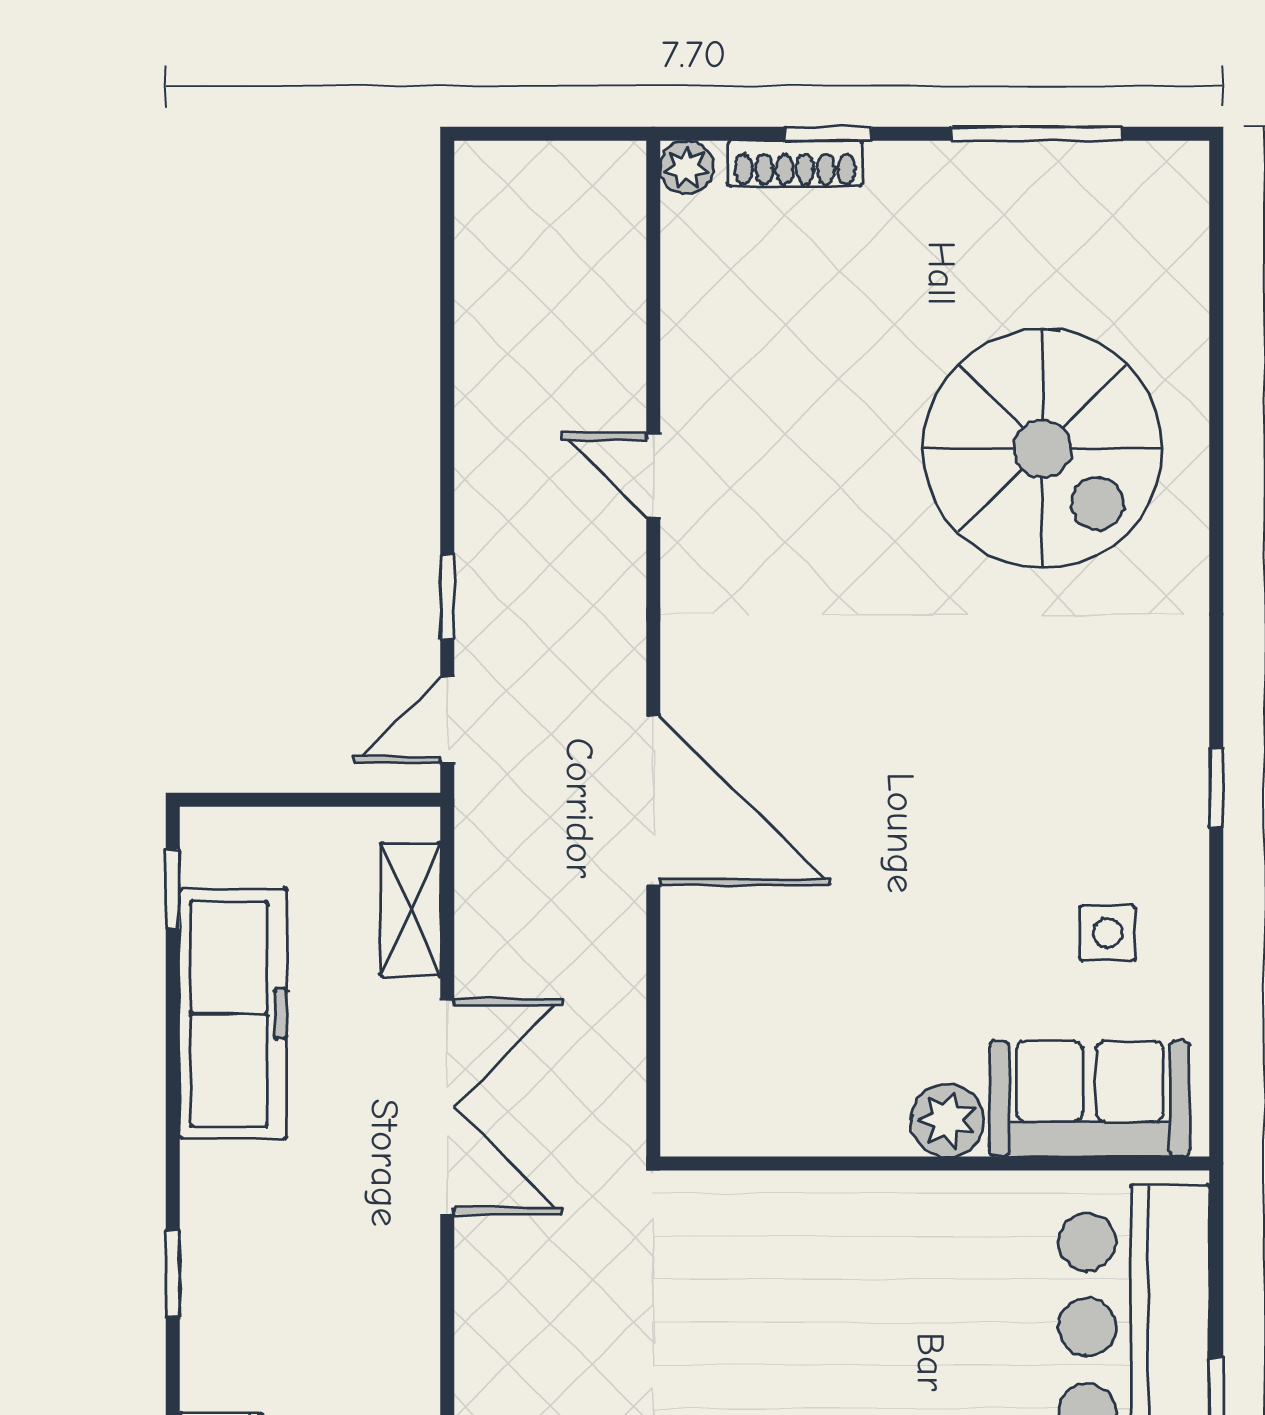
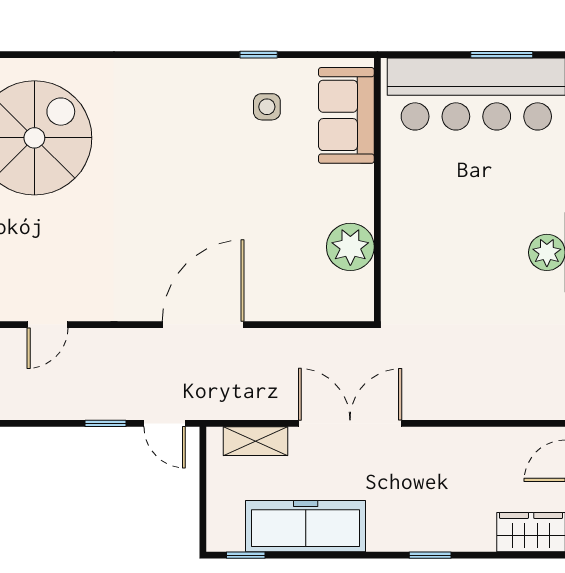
window: (1216, 788) -> (259, 55), moved
plant: (947, 1120) -> (350, 247), moved, width x1.36, depth x1.36

